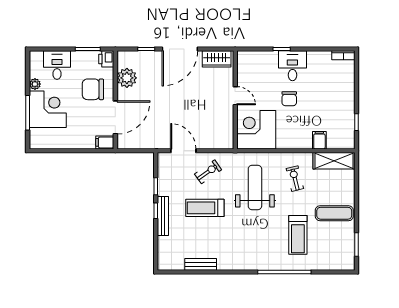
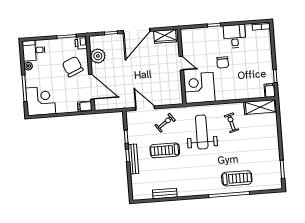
desk: (57, 65) -> (34, 50), moved, turned -90
desk: (292, 66) -> (235, 36), moved
chair: (93, 89) -> (73, 67), turned 67
corner desk: (48, 109) -> (41, 101), moved
door: (115, 117) -> (91, 87), hinge flipped
filing cabinet: (319, 140) -> (270, 90), moved
exercise mat: (334, 213) -> (264, 147), removed
treadmill: (298, 235) -> (237, 178), moved, turned -90

